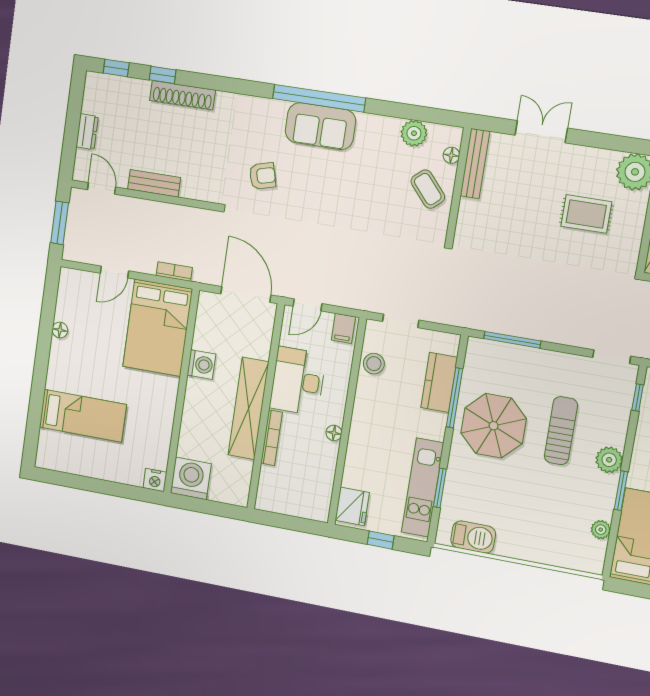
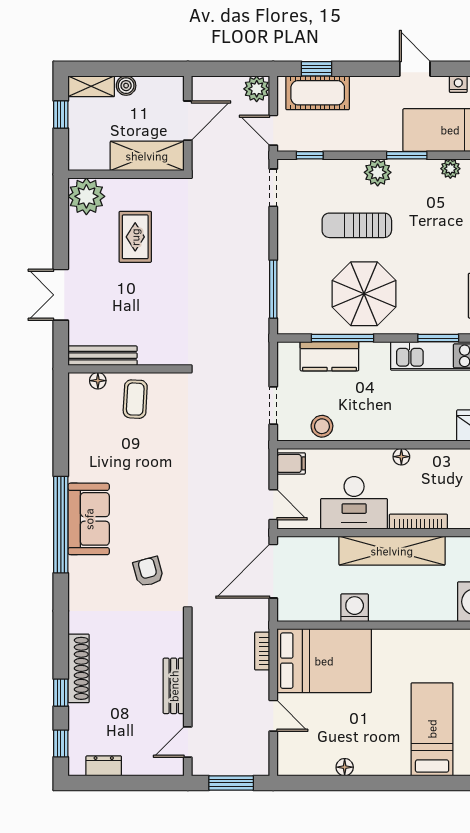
dresser: (87, 132) -> (104, 766), moved
plant: (414, 133) -> (81, 422), removed
coffee table: (428, 189) -> (135, 399), turned -46

